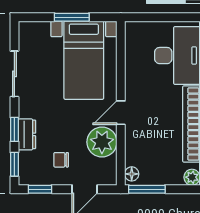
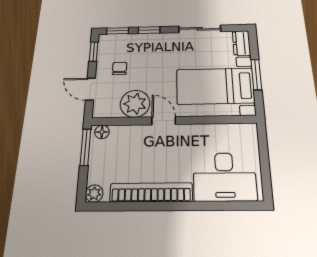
dresser: (27, 134) -> (241, 43), moved, turned 90

